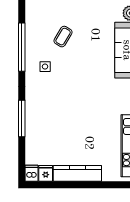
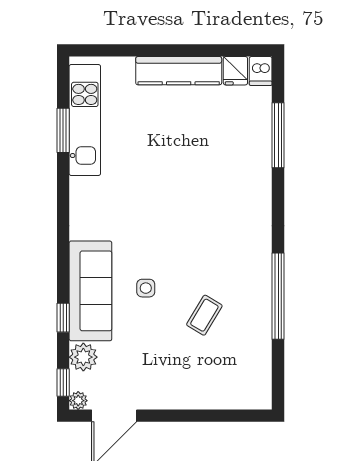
side table: (45, 67) -> (146, 288), moved
window: (22, 119) -> (278, 135), moved

